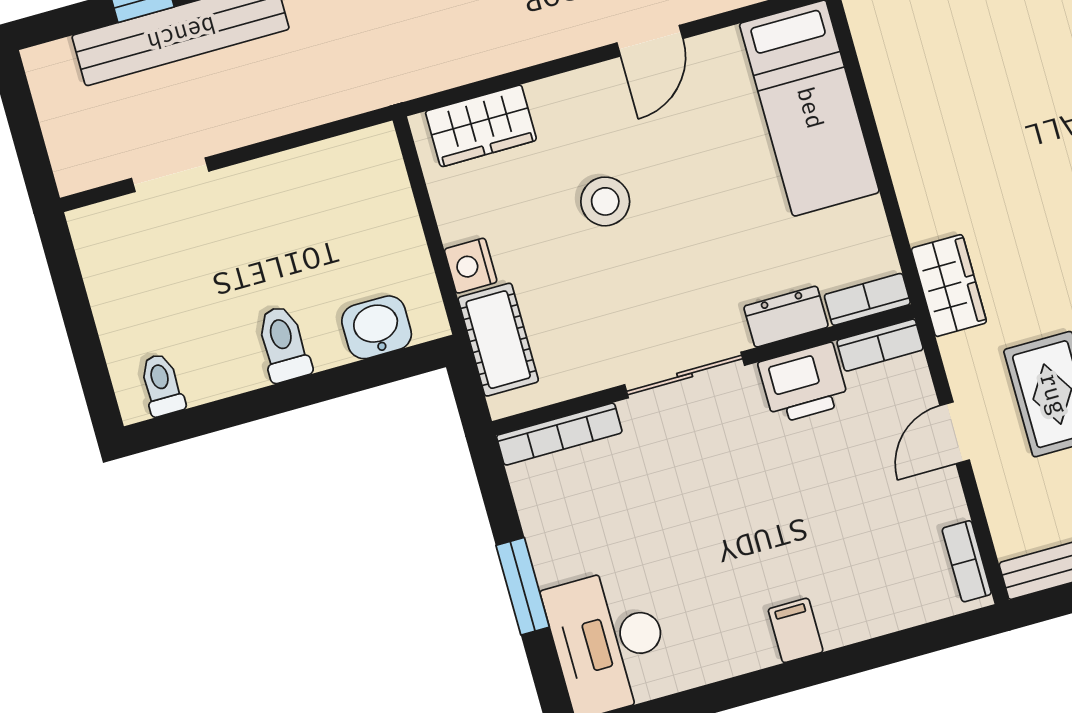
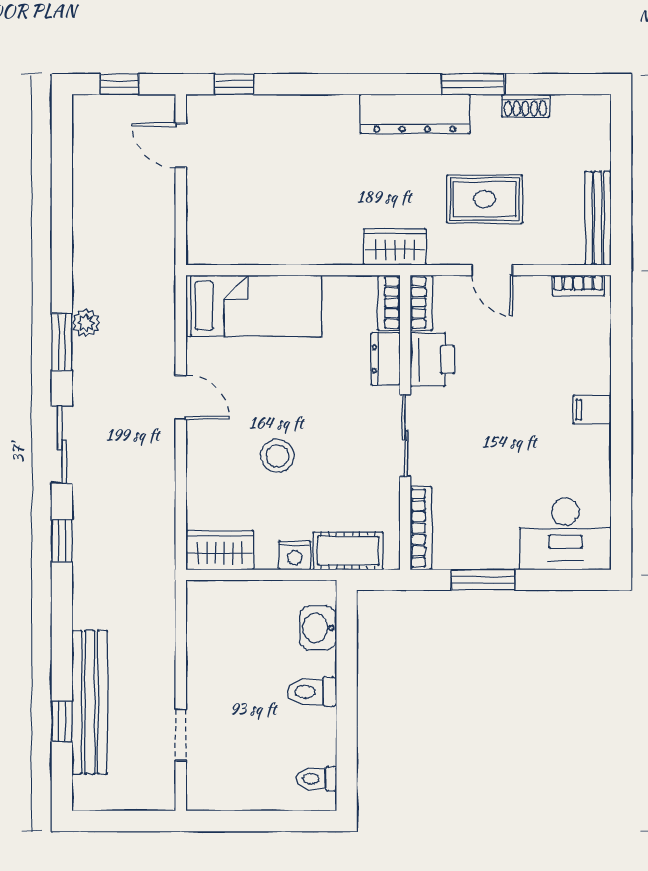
wardrobe: (481, 126) -> (220, 550), moved, turned -90
window: (523, 586) -> (483, 580), moved

